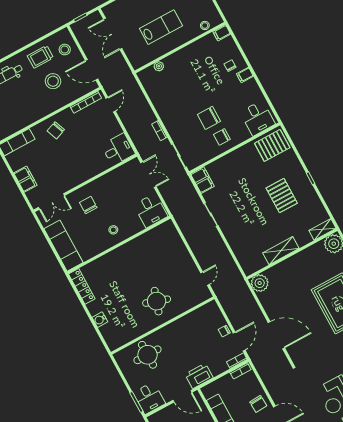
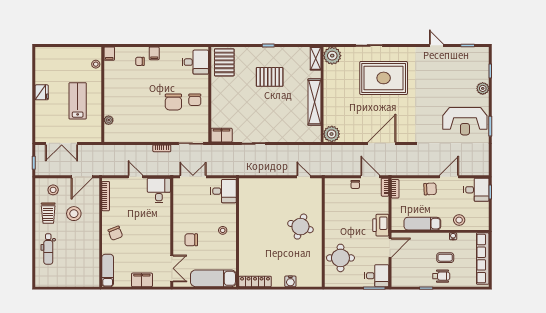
door: (111, 105) -> (136, 177), moved
shelving: (281, 251) -> (314, 102), width x1.47

